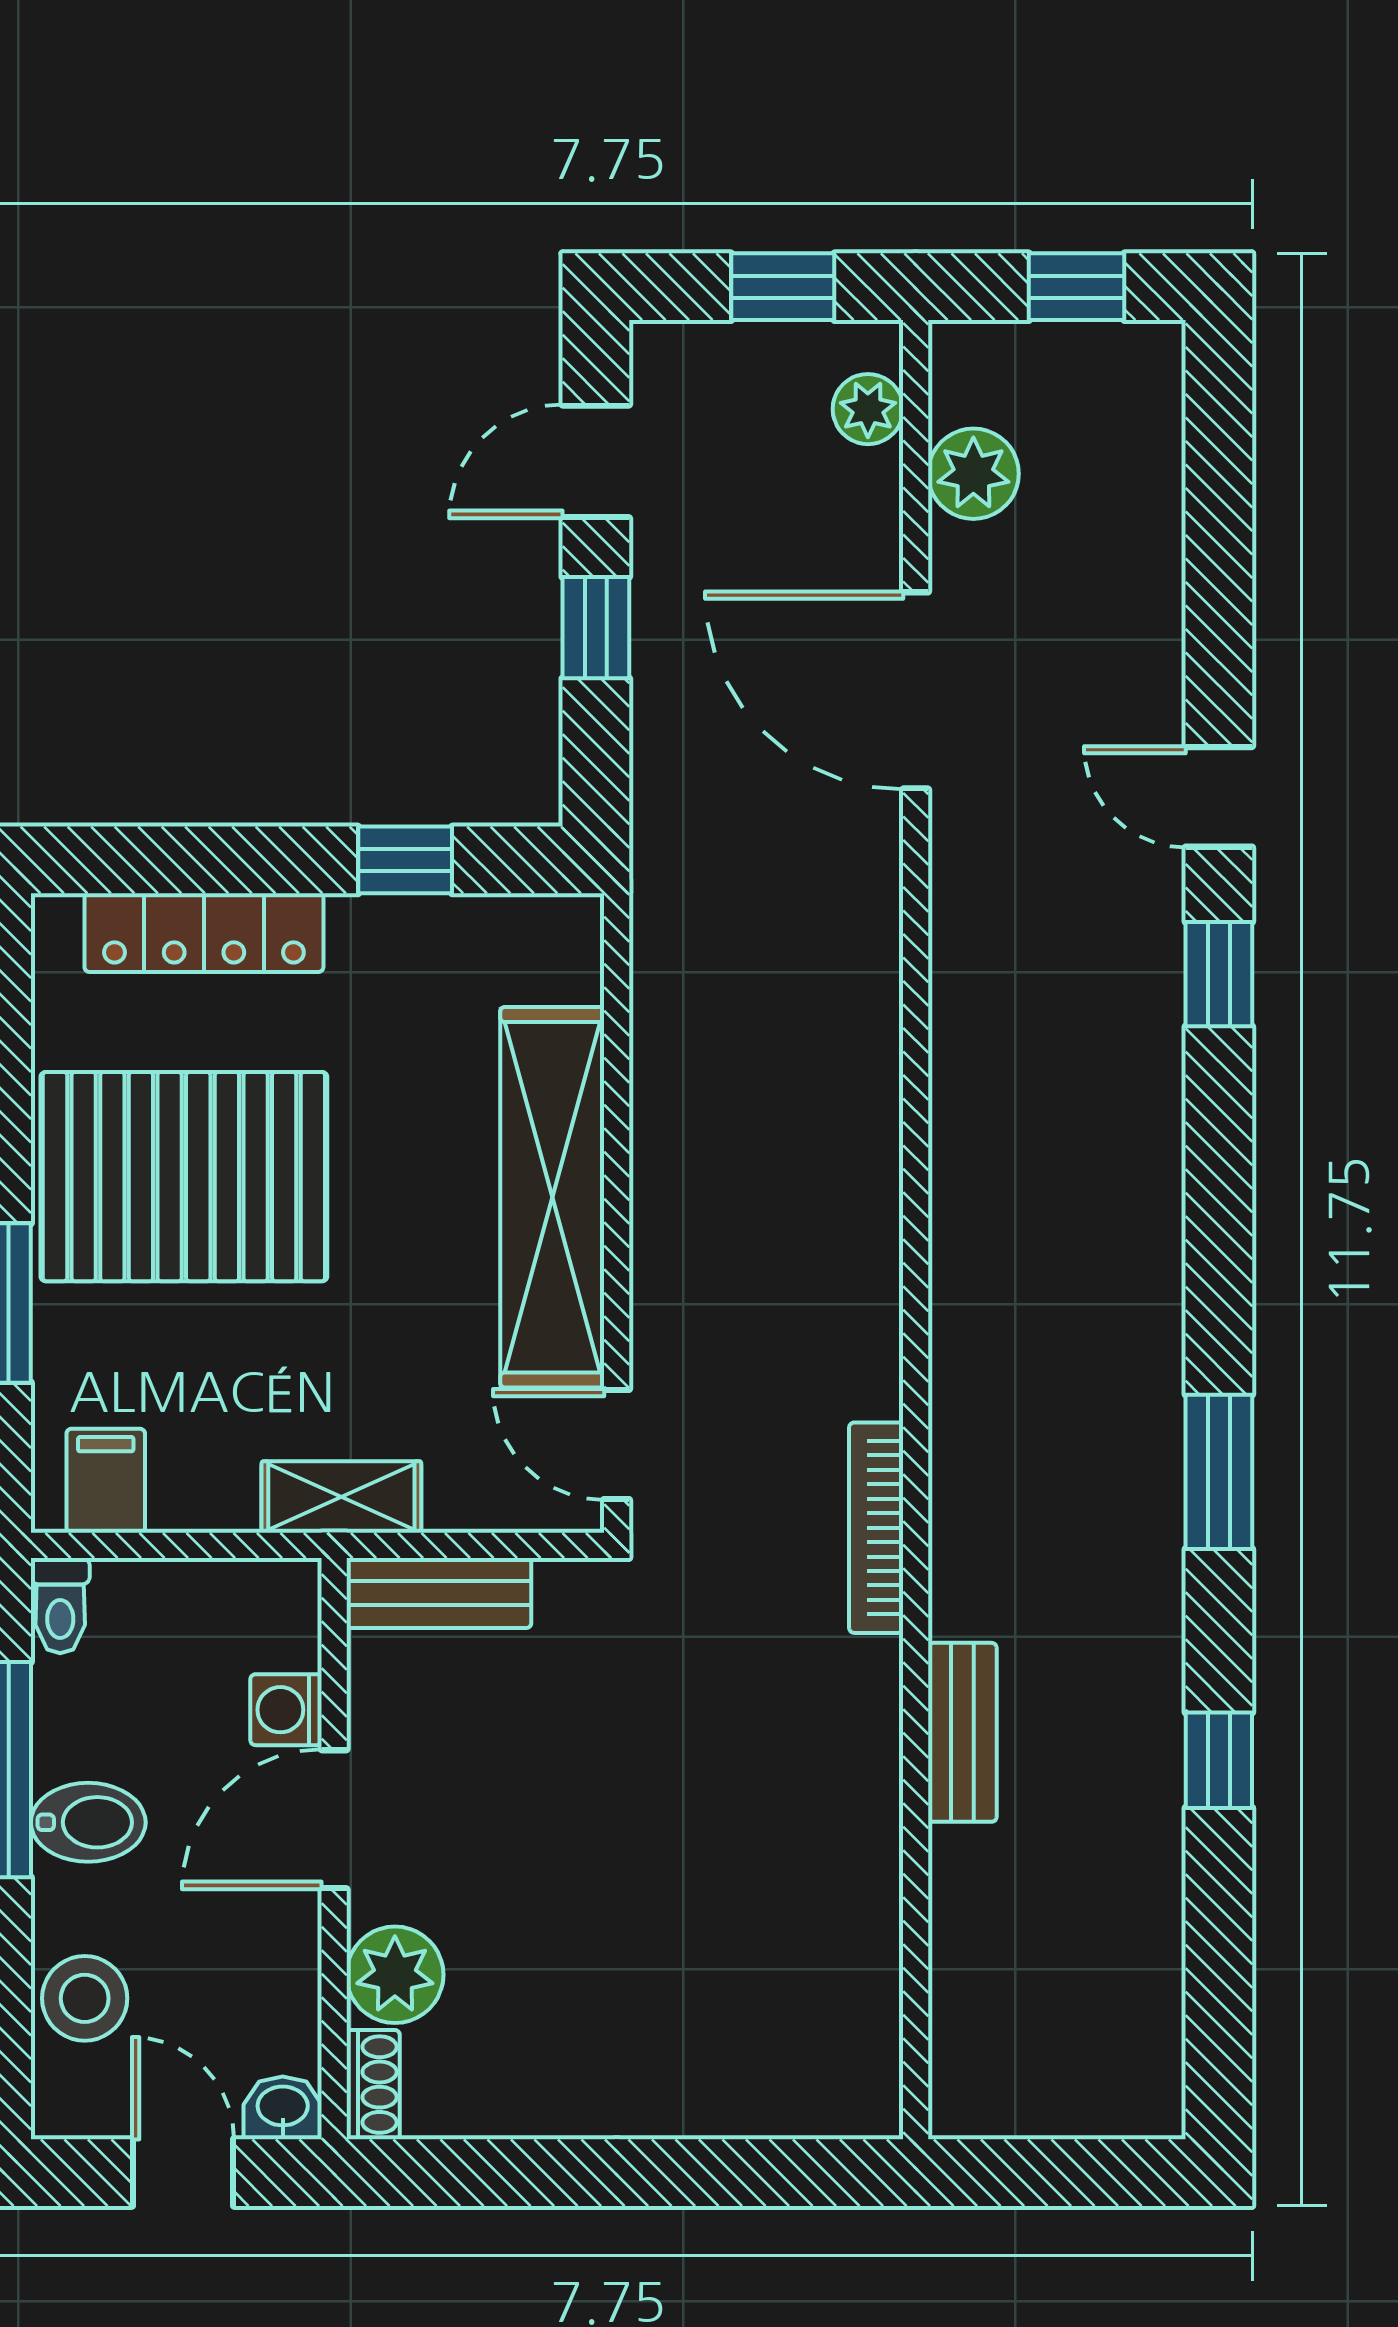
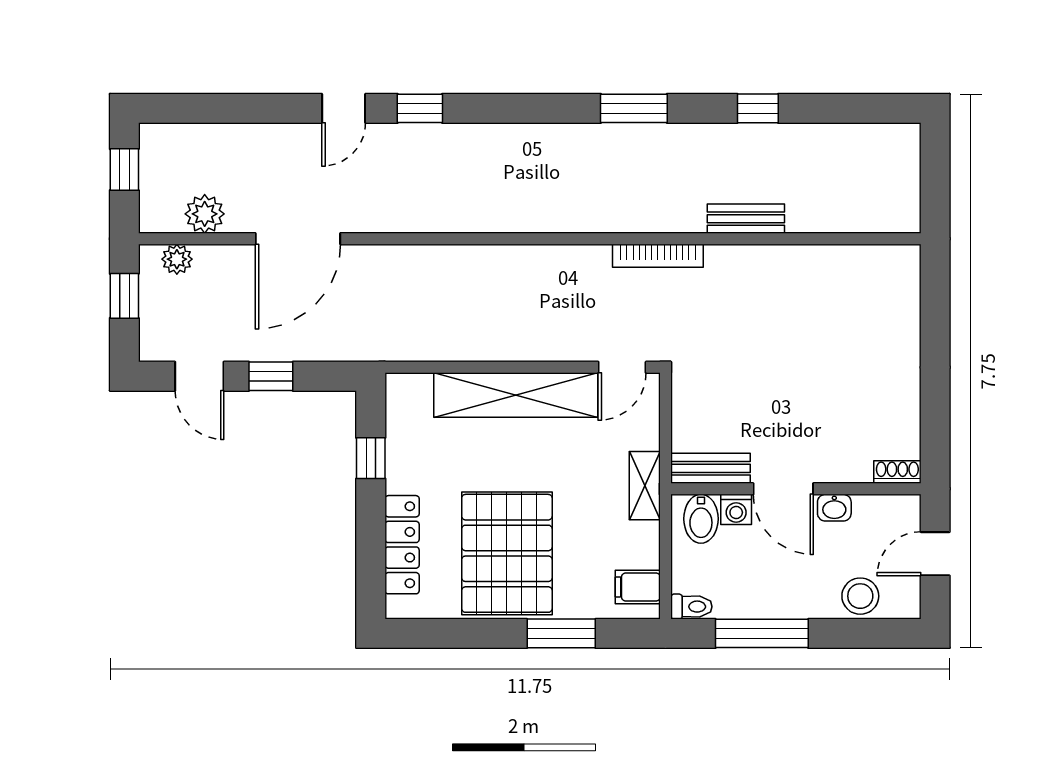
bench: (439, 1593) -> (711, 468), moved, turned 90
bidet: (88, 1822) -> (701, 519), moved, turned 180
plant: (395, 1975) -> (850, 463), removed
washbasin: (283, 2108) -> (834, 508), moved, turned -90

